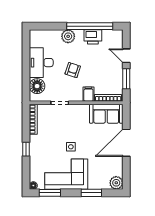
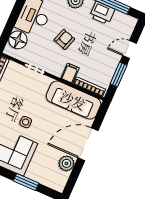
door: (126, 56) -> (130, 49), hinge flipped
sofa: (106, 114) -> (73, 100), width x1.36
plant: (116, 183) -> (66, 163), moved

